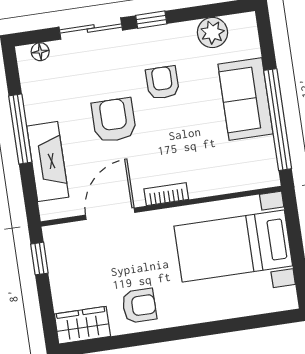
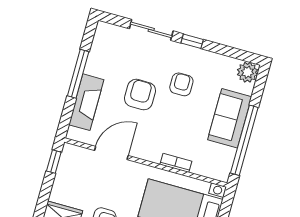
plant: (212, 32) -> (248, 72), moved
floor lamp: (40, 52) -> (112, 30), removed
bookcase: (166, 194) -> (176, 163), moved

